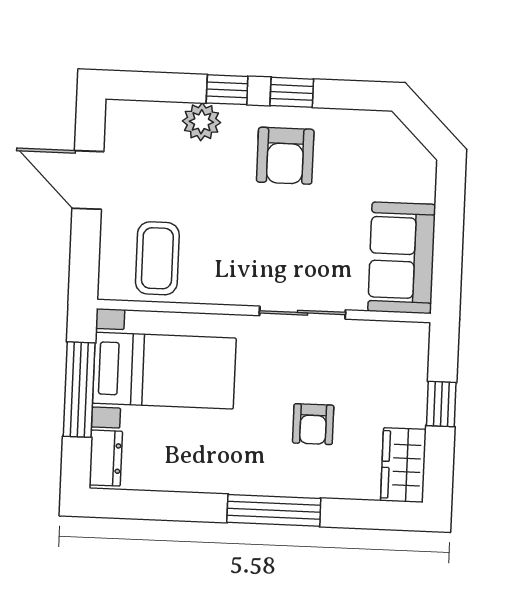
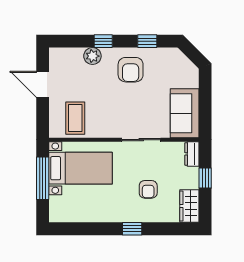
window: (292, 92) -> (147, 41), moved
dresser: (106, 458) -> (192, 154), moved, turned 180
window: (274, 510) -> (132, 229), width x0.46

